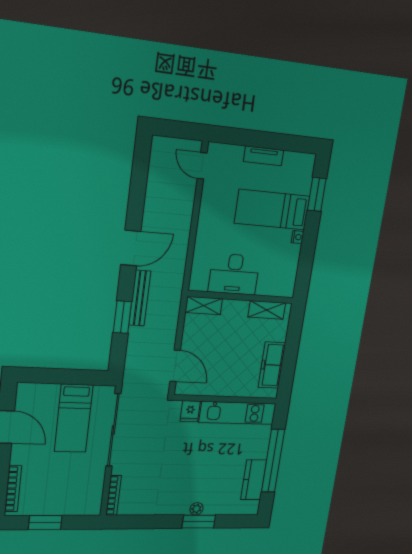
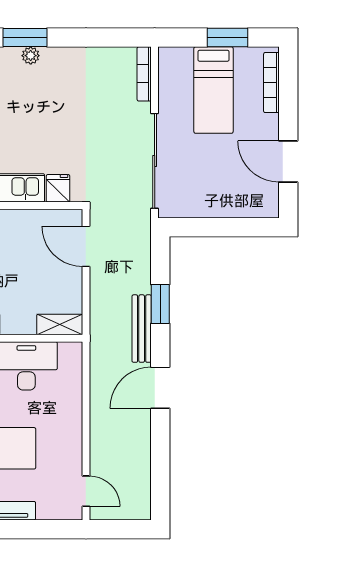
bed: (74, 418) -> (214, 90), moved, turned 180

